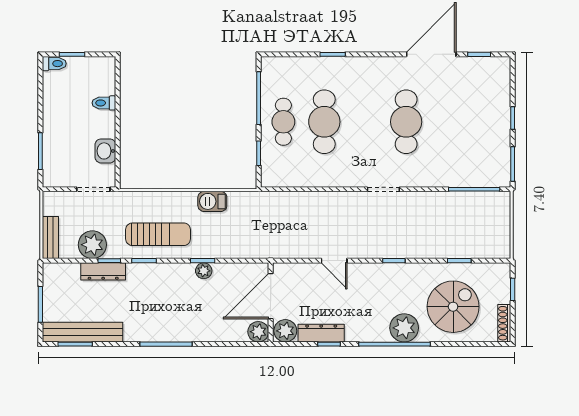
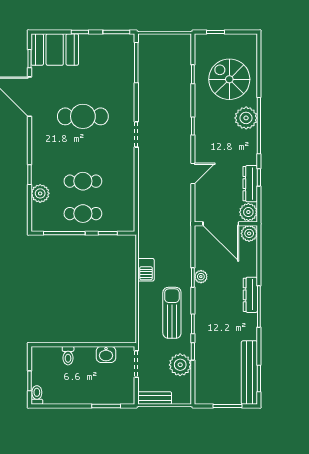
plant: (309, 68) -> (40, 193), added
booth: (491, 86) -> (55, 49), added
cafe table: (324, 122) -> (83, 181), width x0.73, depth x0.74
bench: (50, 238) -> (155, 398), moved
dresser: (103, 271) -> (250, 295), moved, turned 180
shoe rack: (504, 323) -> (242, 39), removed

